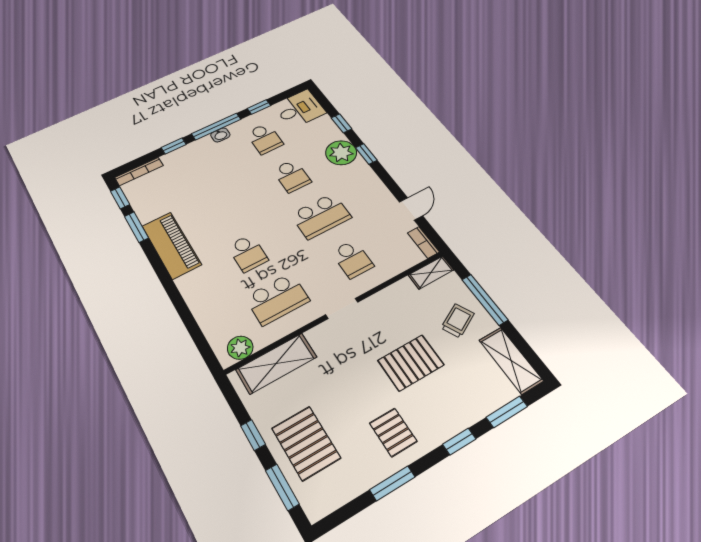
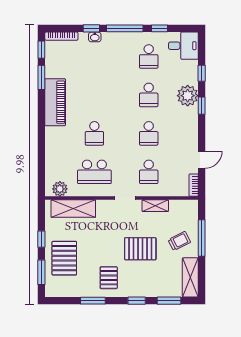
washbasin: (220, 135) -> (95, 37), moved
school desk: (321, 216) -> (149, 133), width x0.54
shelving: (431, 272) -> (155, 206), moved

